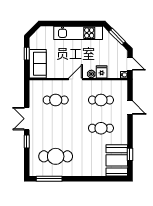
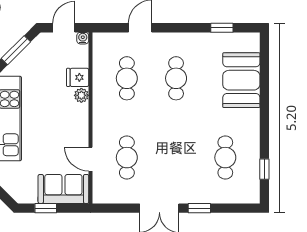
door: (76, 79) -> (90, 159), moved
cafe table: (56, 156) -> (225, 158), width x0.73, depth x0.74
booth: (117, 160) -> (241, 80), moved, turned 90
window: (49, 179) -> (264, 169), width x0.46

